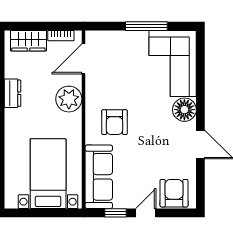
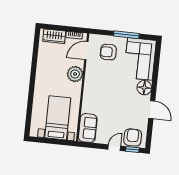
dresser: (13, 93) -> (41, 67), removed
armchair: (115, 122) -> (108, 52), moved, turned 90
sofa: (99, 177) -> (88, 128), width x0.73
window: (116, 213) -> (132, 149), moved

